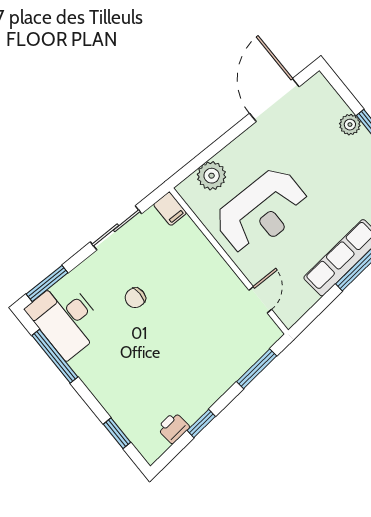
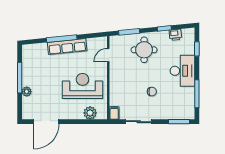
desk: (66, 319) -> (182, 71), moved
round table: (206, 359) -> (144, 50), added

